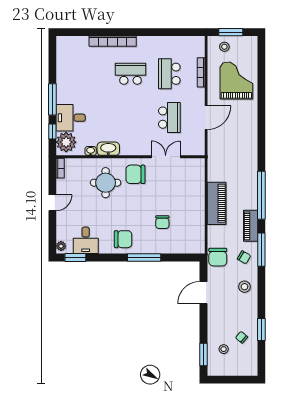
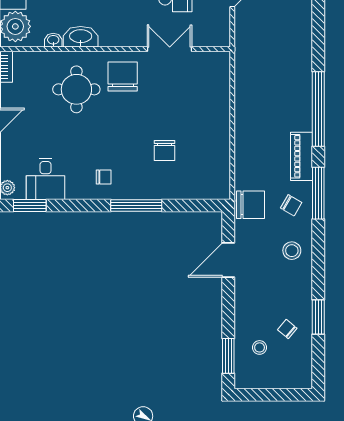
chair: (135, 174) -> (123, 76), turned 90
piano: (217, 203) -> (249, 121), removed
chair: (123, 239) -> (104, 177), width x0.54, depth x0.54
chair: (218, 257) -> (250, 205), turned -90

